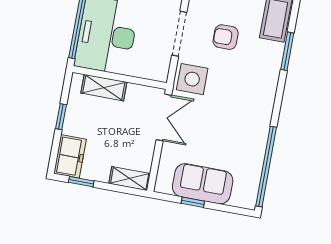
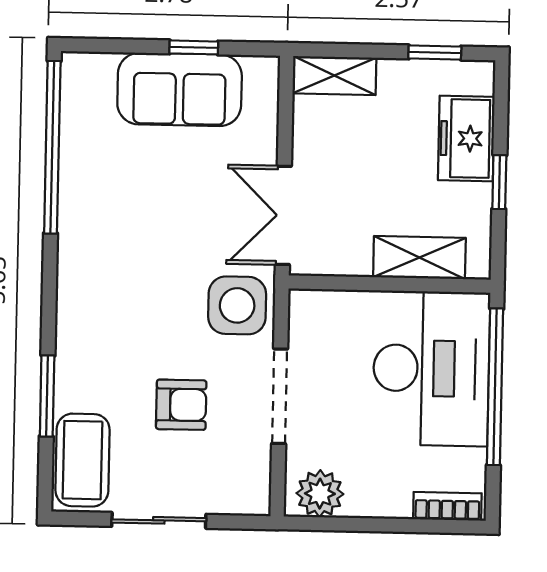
freezer: (70, 156) -> (466, 139), moved

